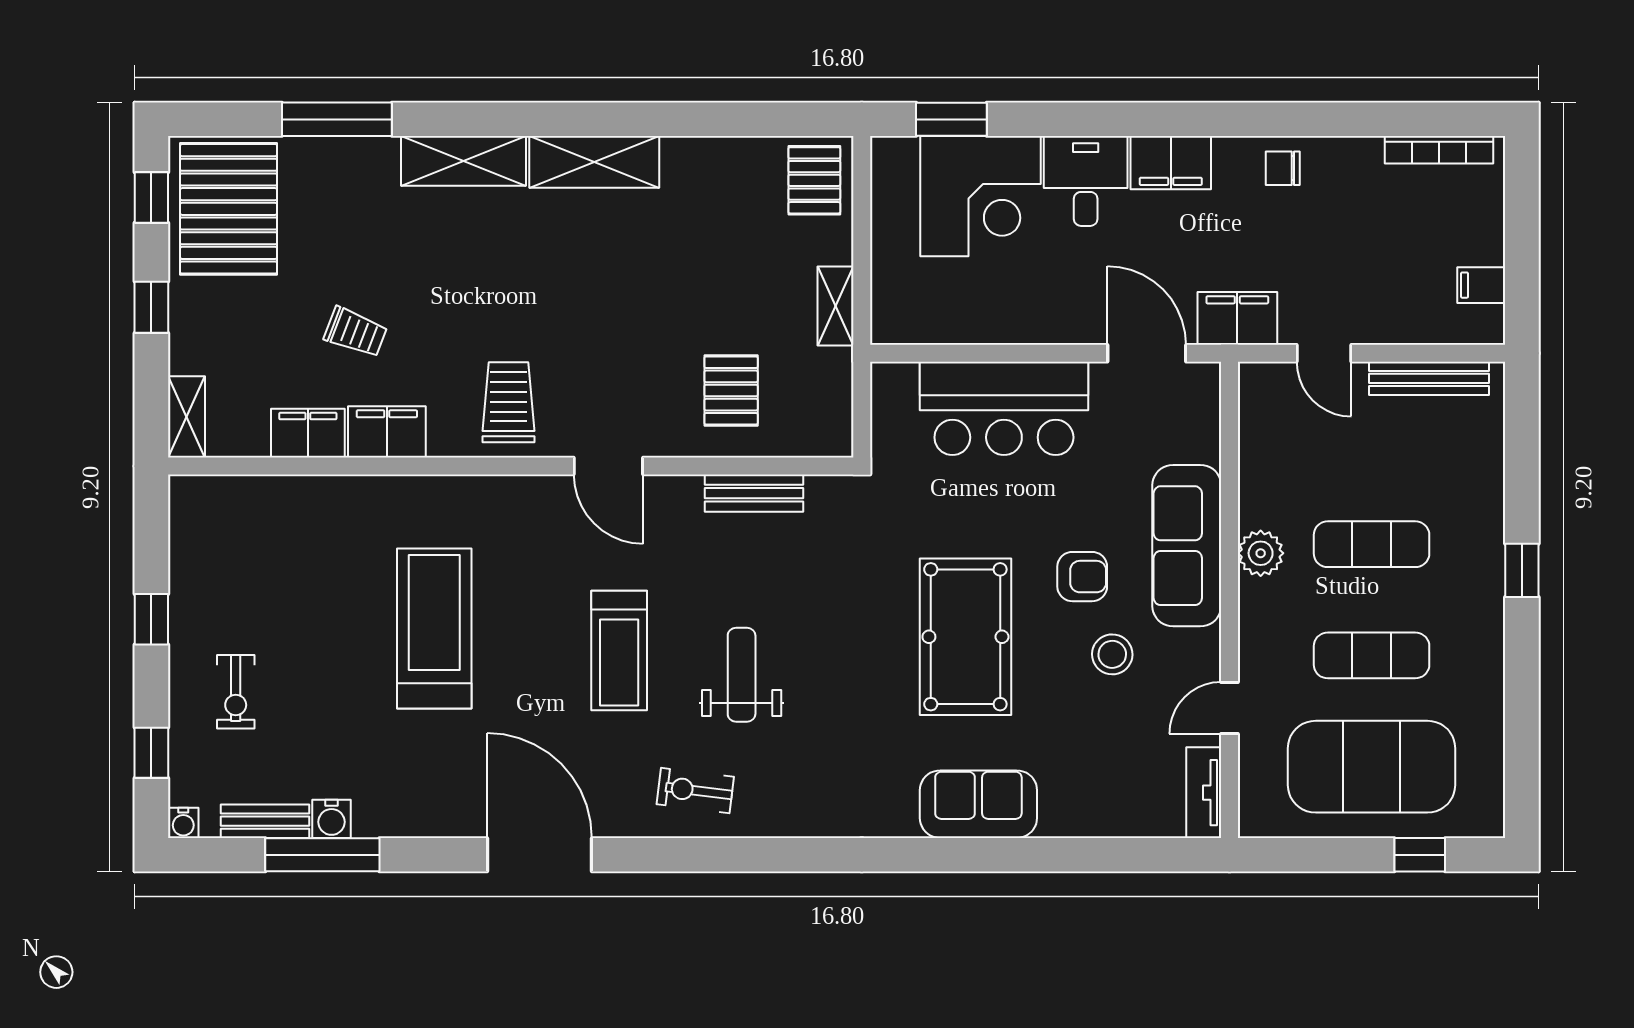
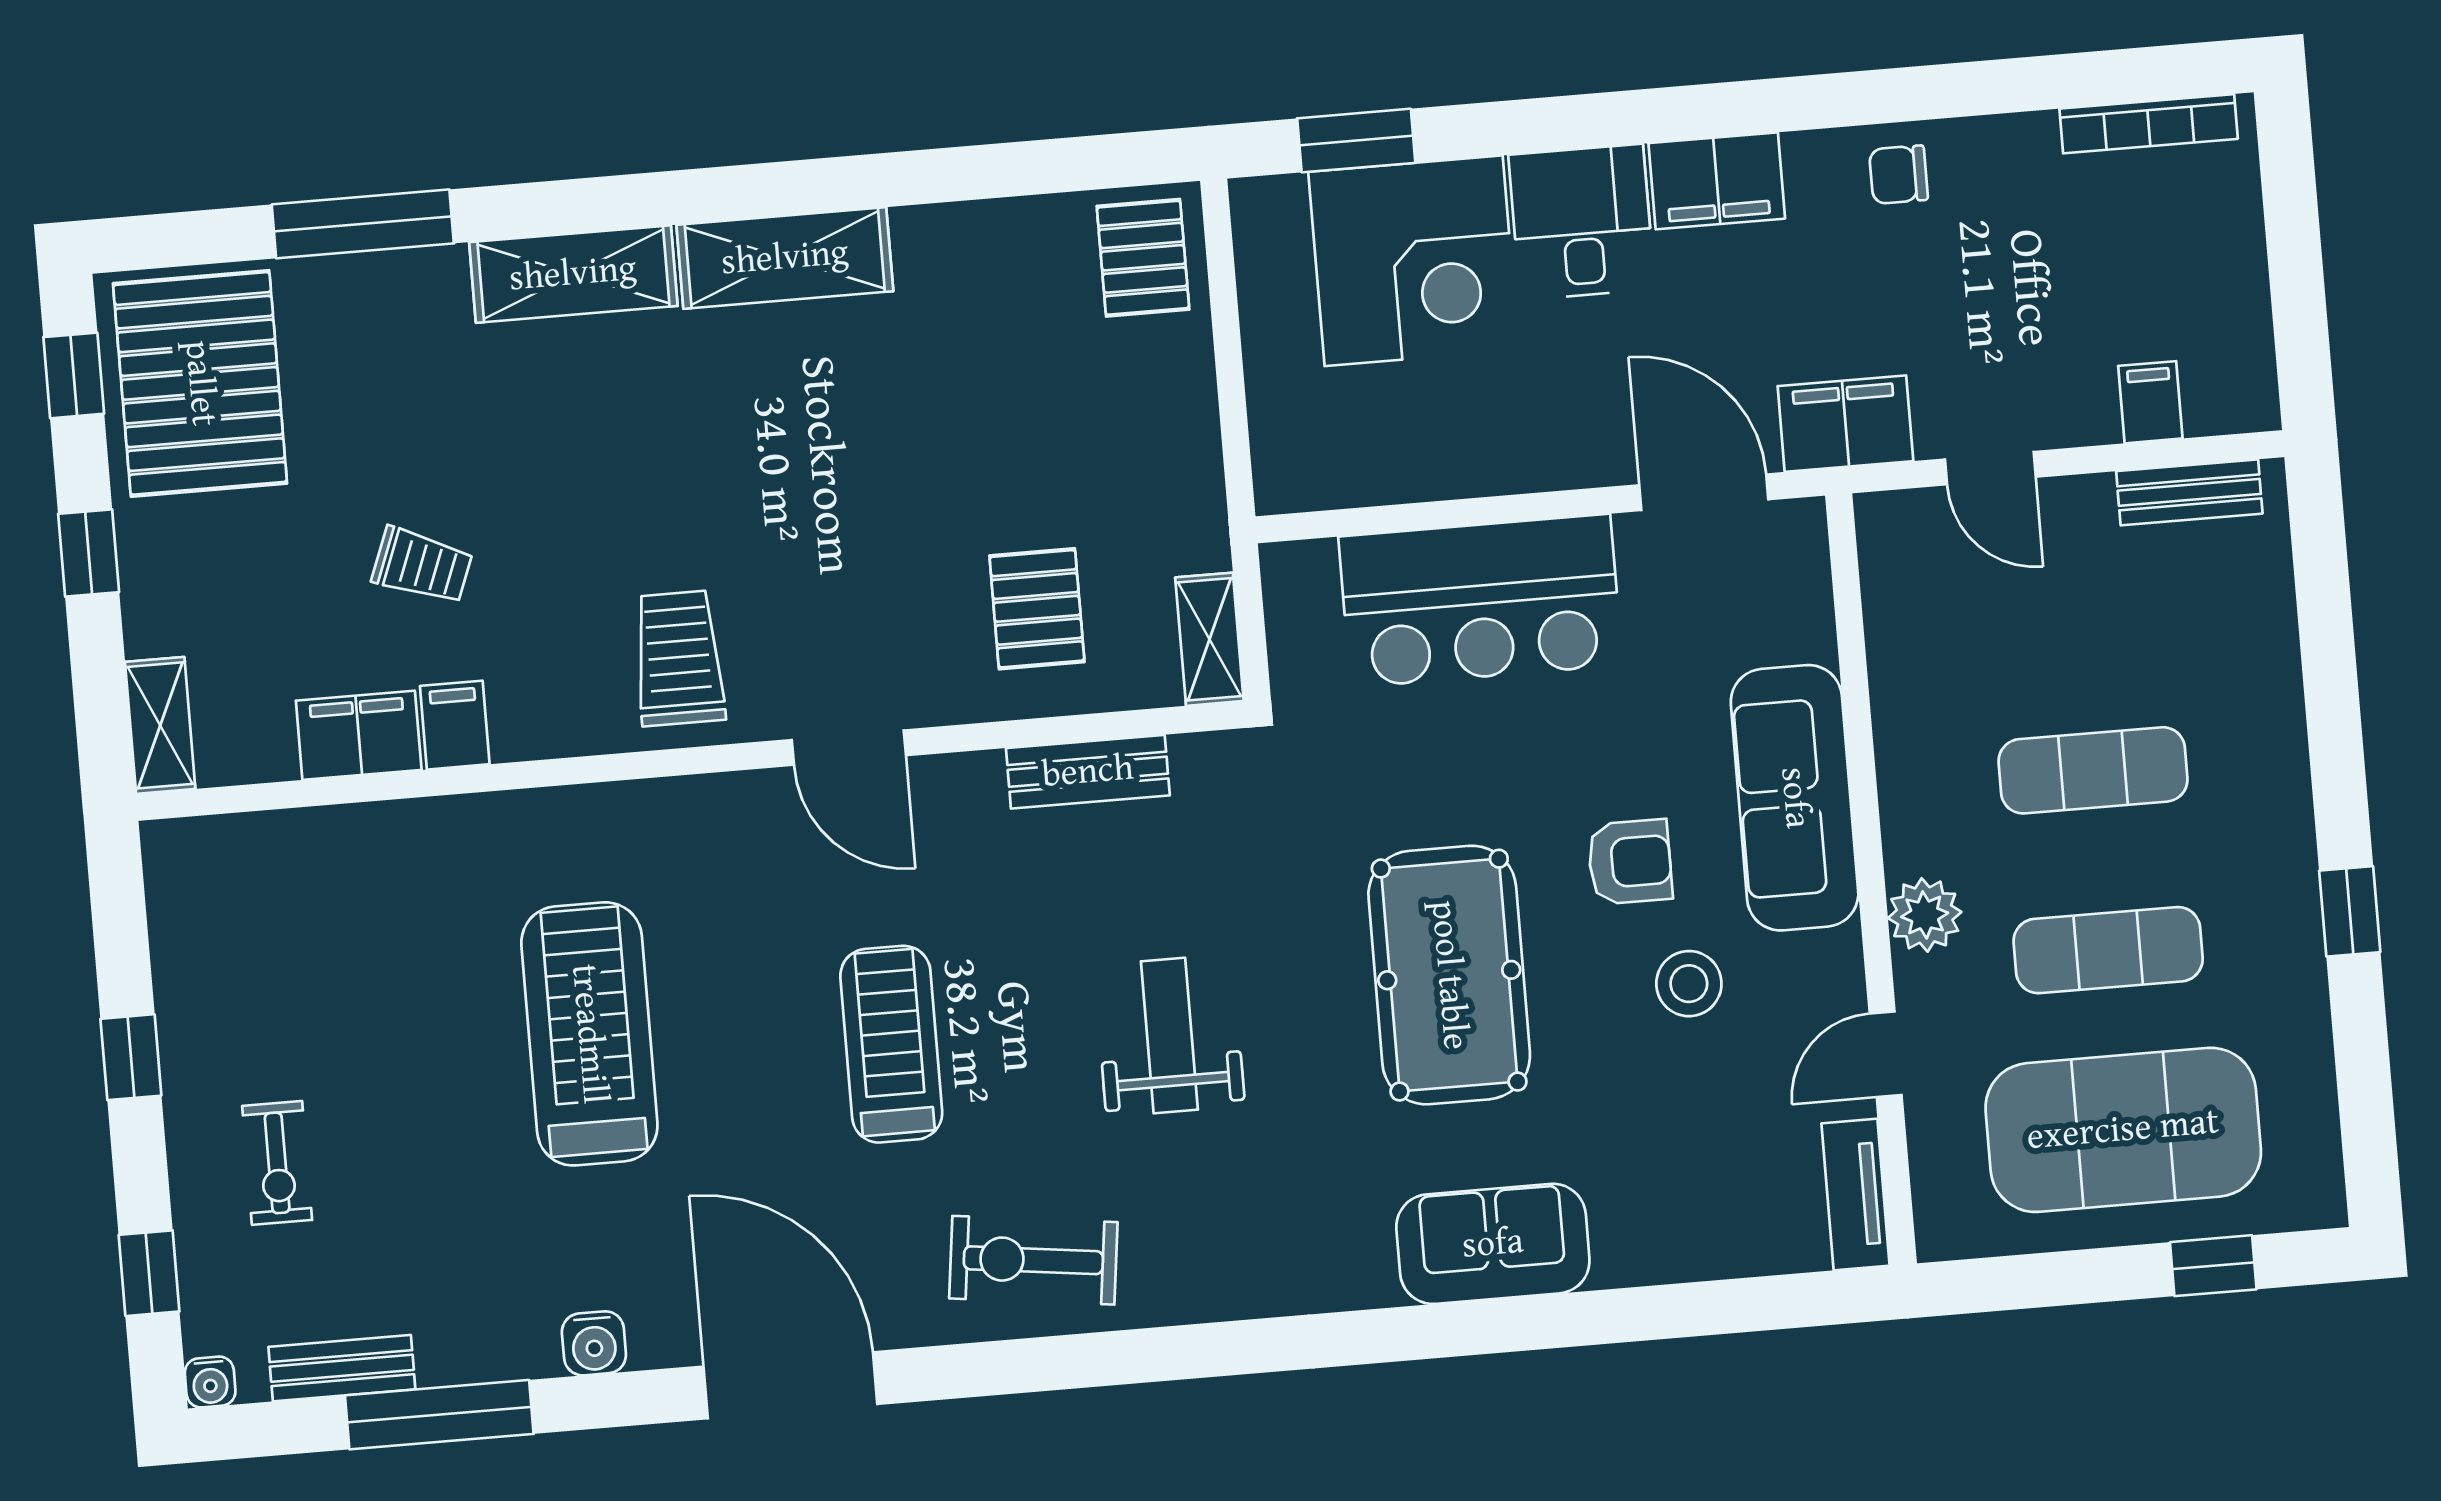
filing cabinet: (1481, 285) -> (2150, 402), moved, turned 90
shelving: (836, 306) -> (1209, 639), moved
bench: (1429, 378) -> (2189, 492), width x0.73
filing cabinet: (387, 432) -> (455, 725), width x0.50
plant: (1261, 553) -> (1925, 915), moved
window: (1522, 570) -> (2350, 911), moved
treadmill: (619, 650) -> (891, 1044), turned 180
weight bench: (742, 675) -> (1169, 1036), moved
exercise bike: (695, 791) -> (1033, 1260), width x1.38, depth x1.39
water cooler: (331, 819) -> (594, 1343), moved

